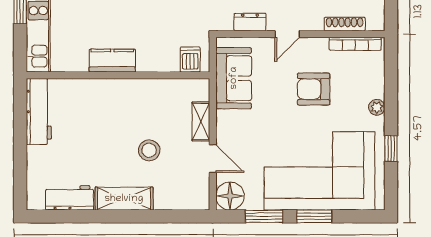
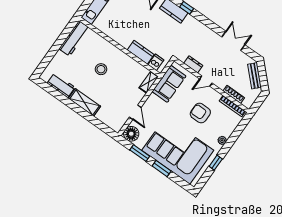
kitchen counter: (112, 61) -> (141, 52), moved
shelving: (201, 121) -> (149, 82), moved
stool: (149, 150) -> (101, 69), moved

